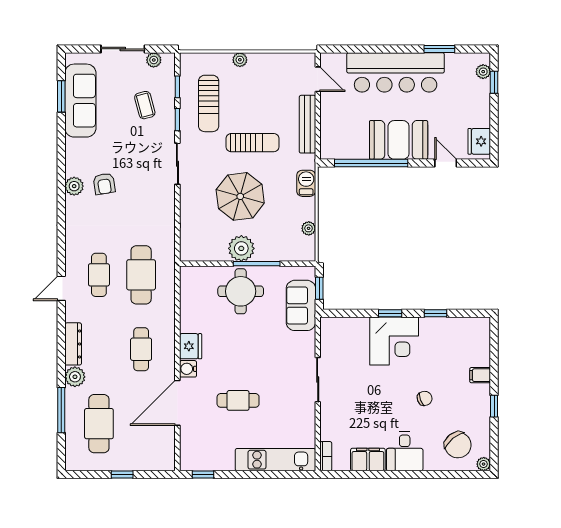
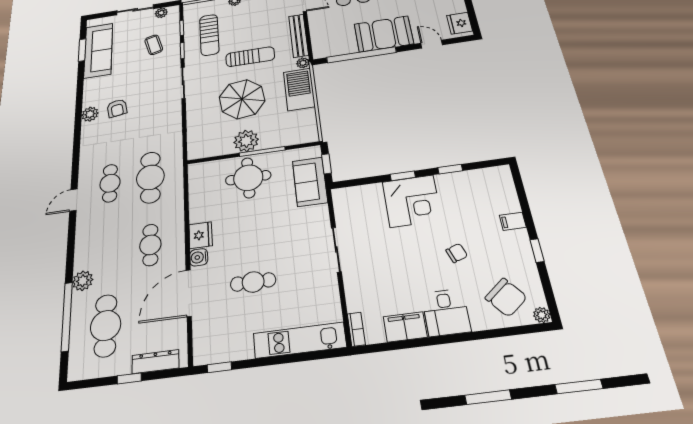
barbecue: (306, 183) -> (299, 89), width x1.88, depth x1.53
plant: (309, 228) -> (303, 63), moved
dresser: (73, 344) -> (155, 362), moved, turned -90
window: (61, 410) -> (67, 316), width x1.46

